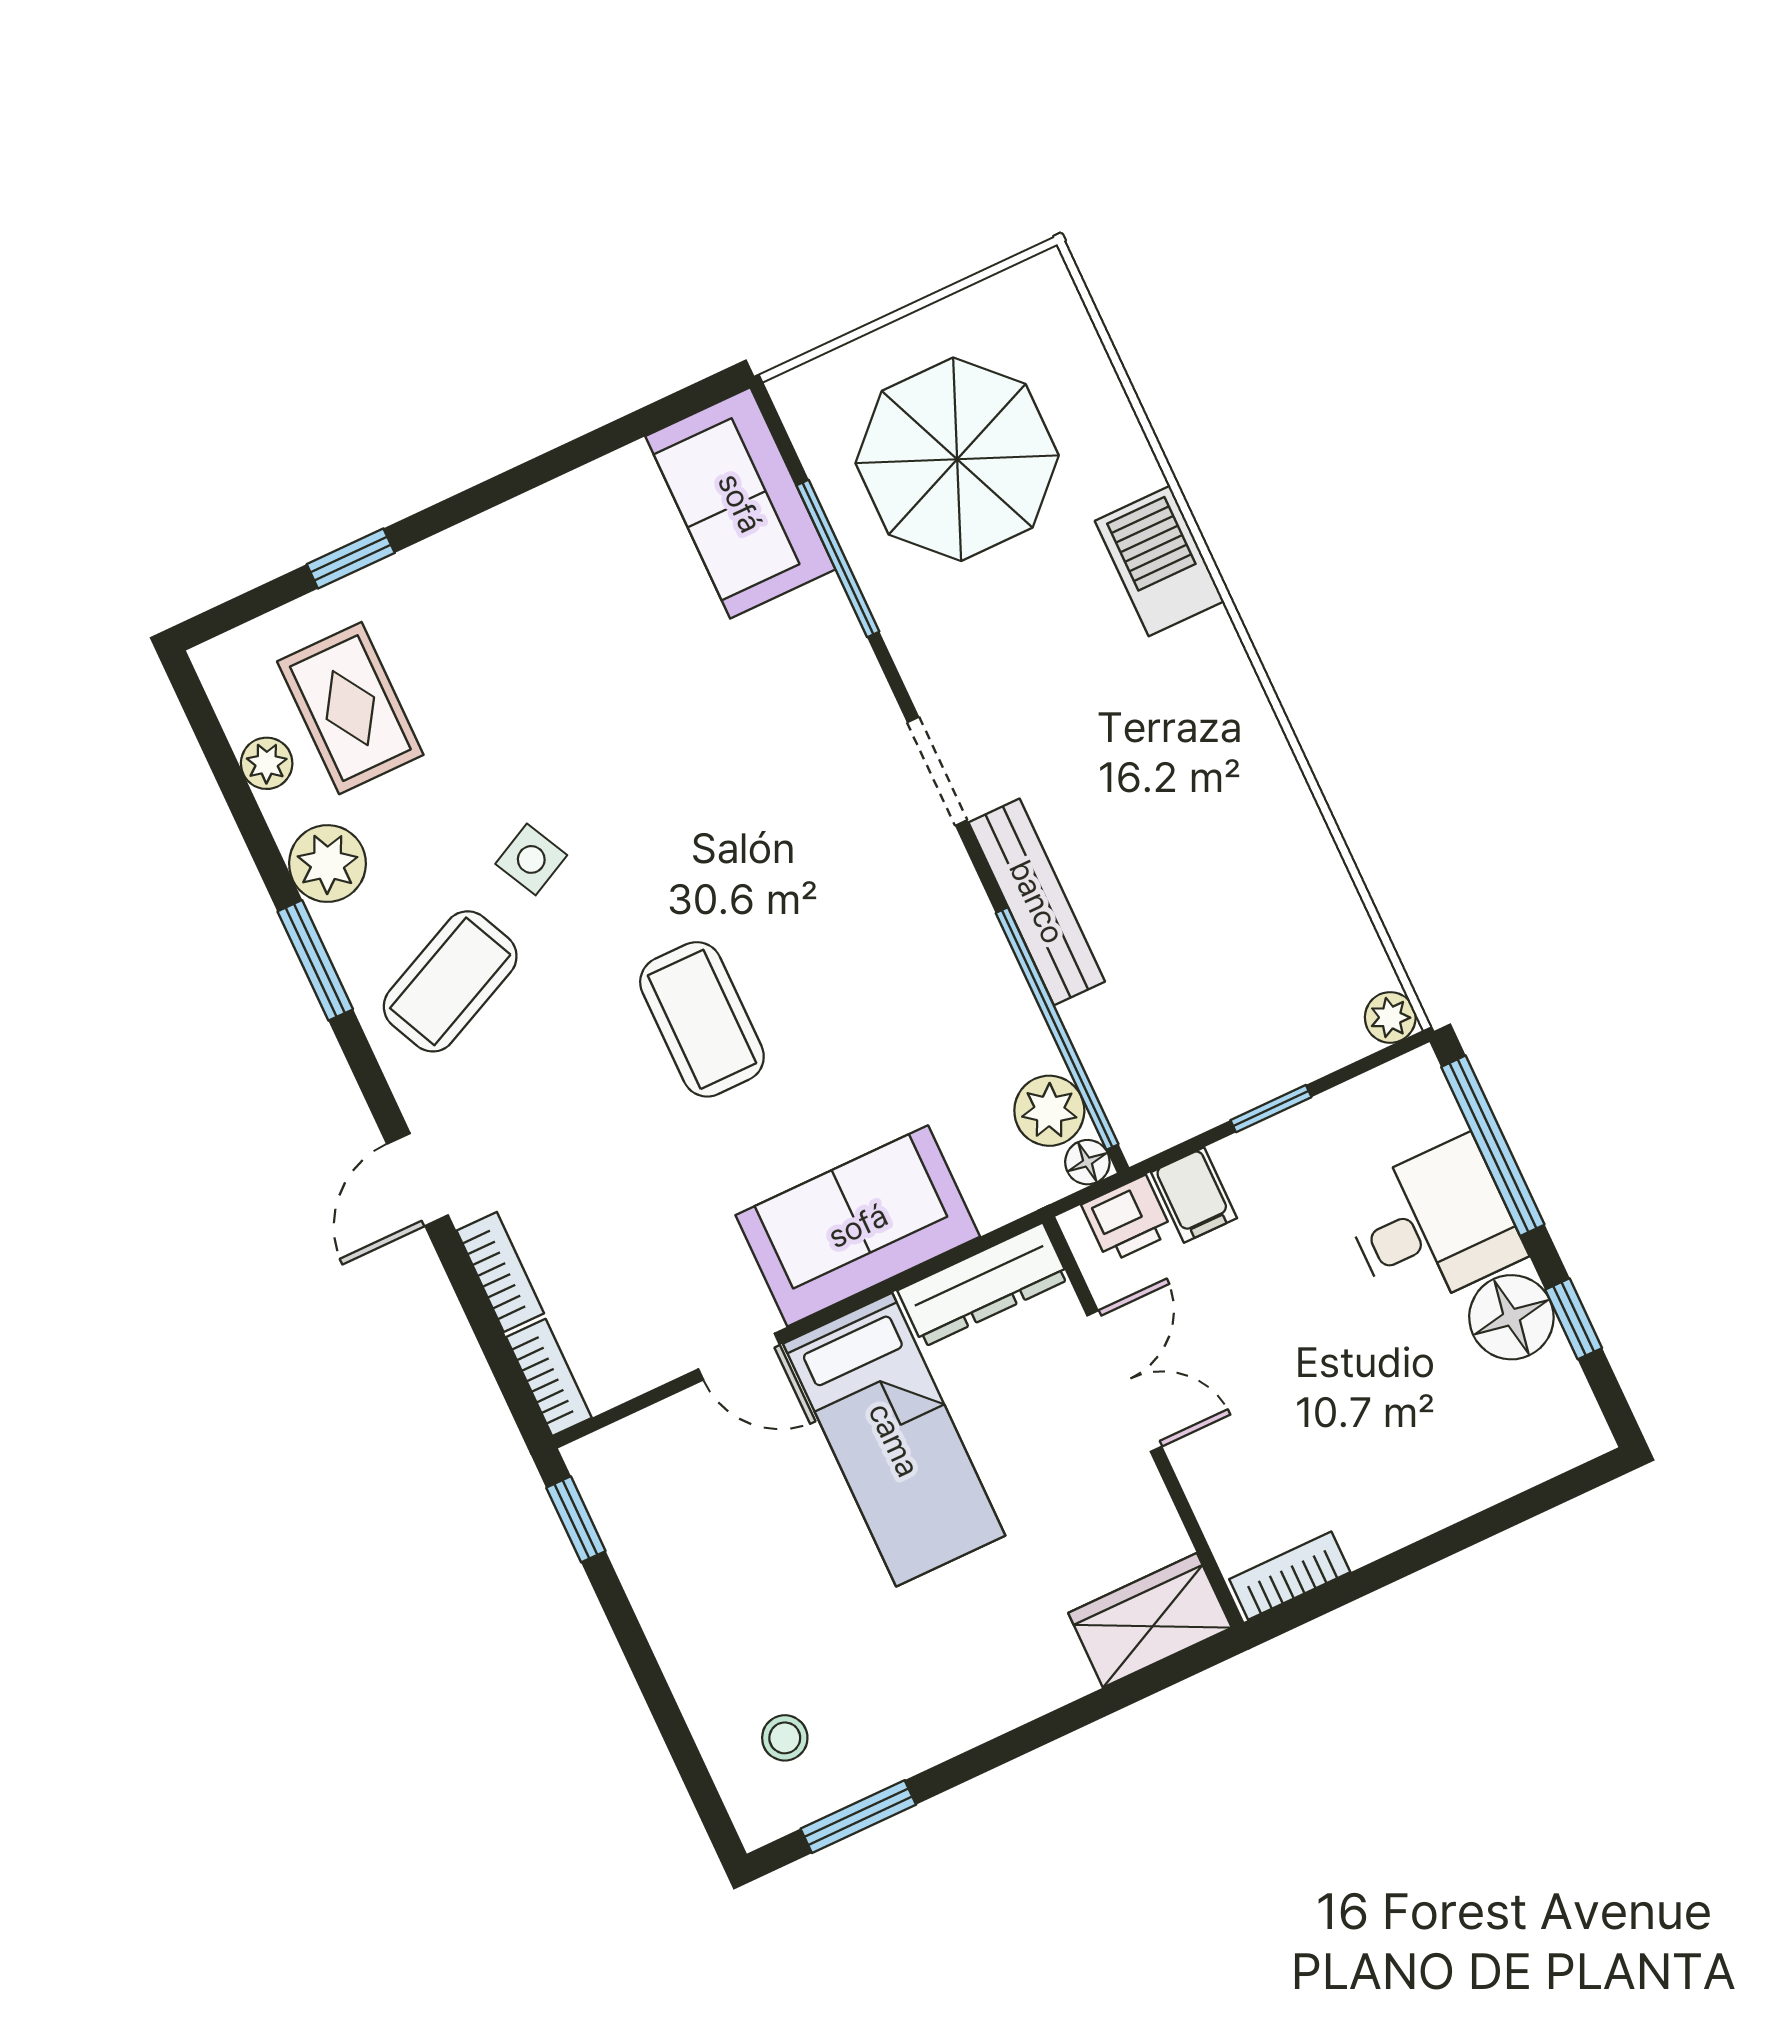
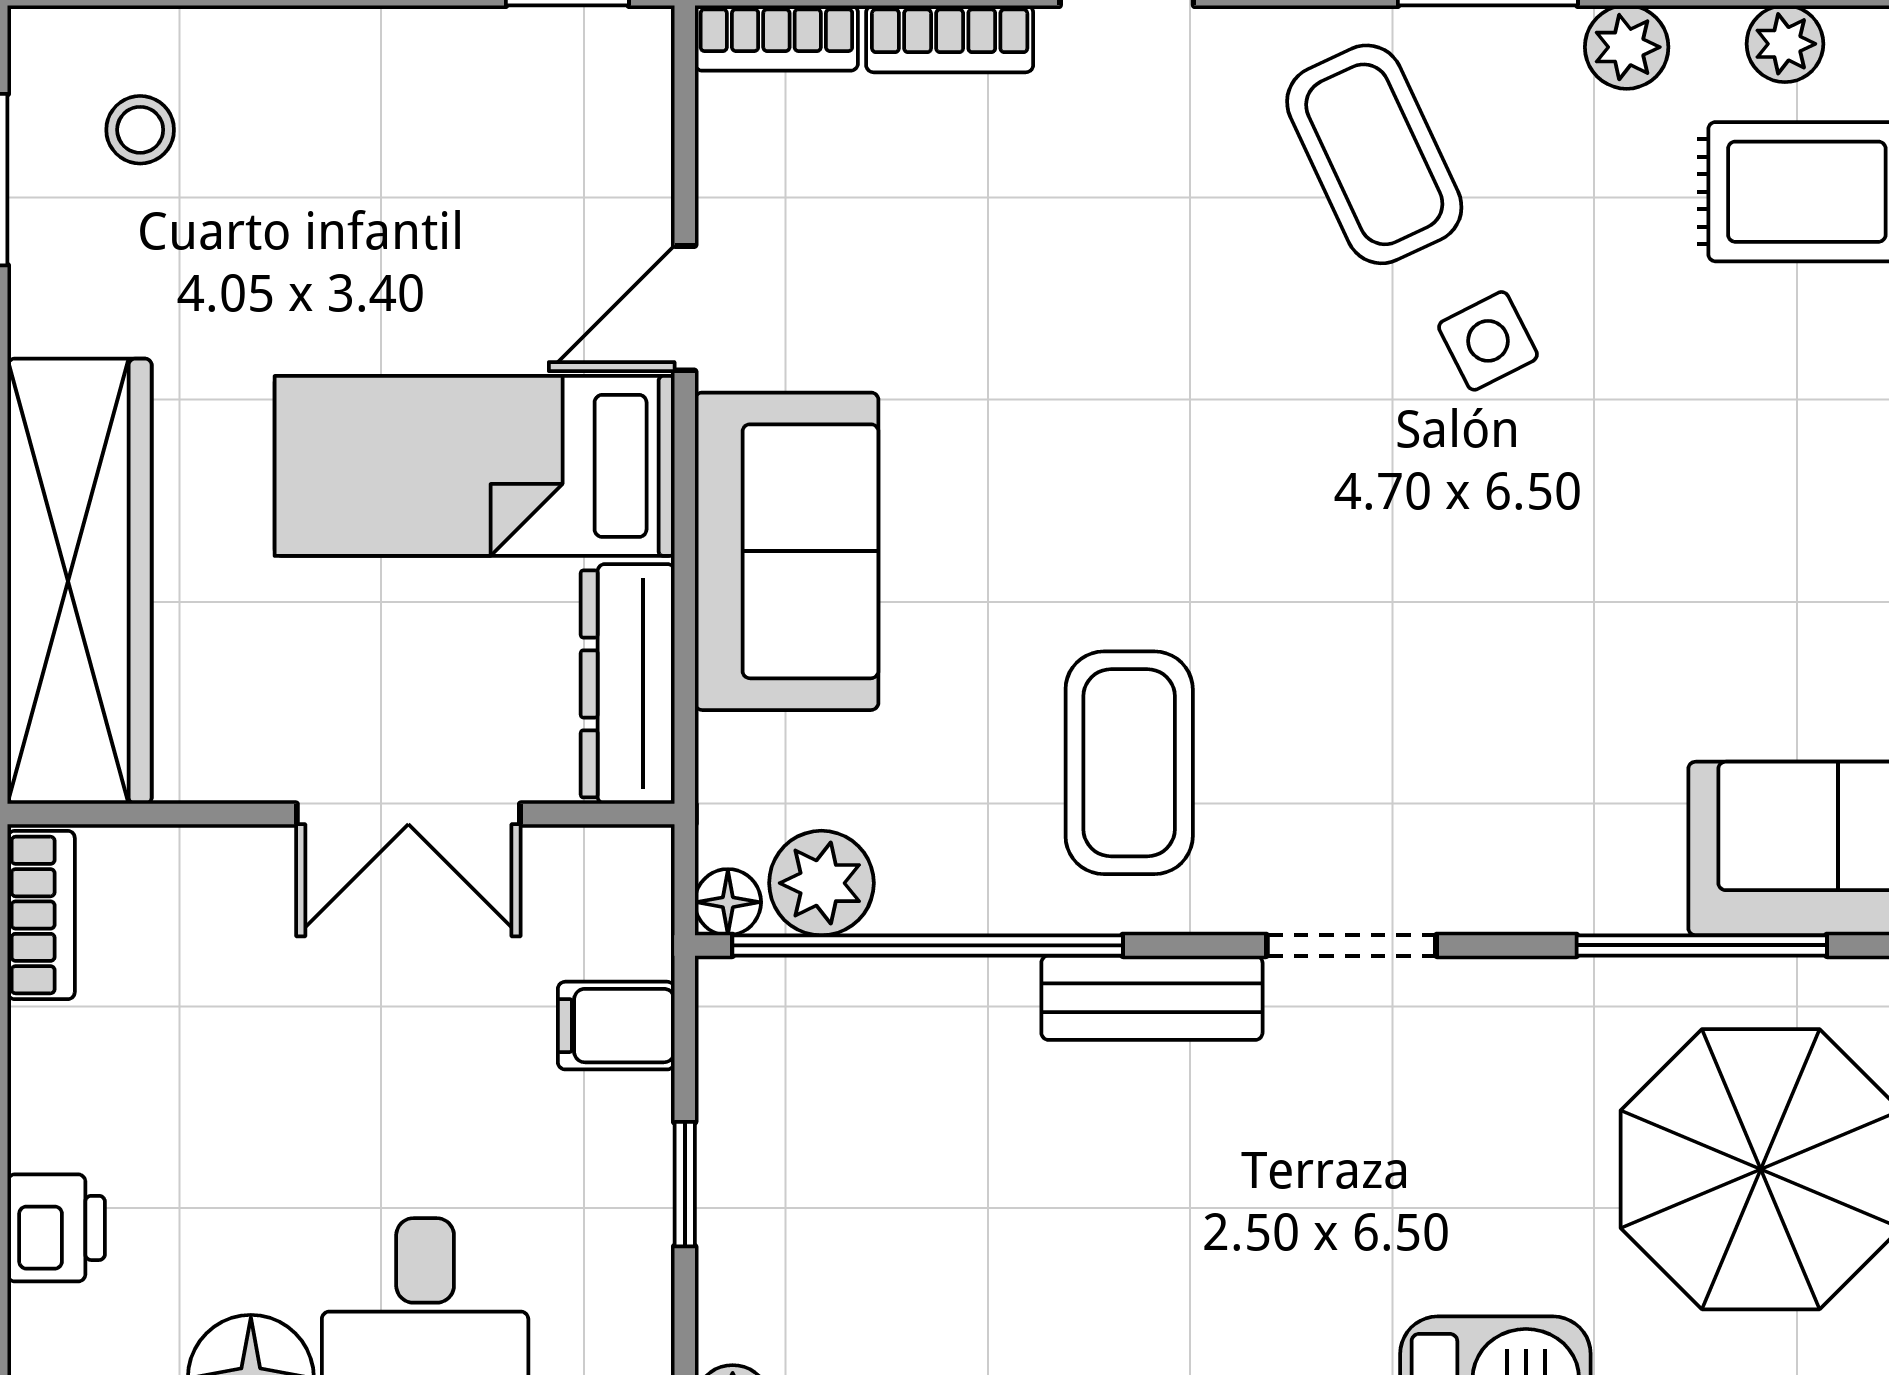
plant: (327, 864) -> (1627, 47), width x0.73, depth x0.73
bench: (1037, 902) -> (1152, 998), width x0.73
coffee table: (702, 1019) -> (1129, 763), moved, turned 90
printer: (1127, 1219) -> (56, 1228), moved, turned 180
wardrobe: (1150, 1620) -> (80, 581), width x2.10, depth x1.17

